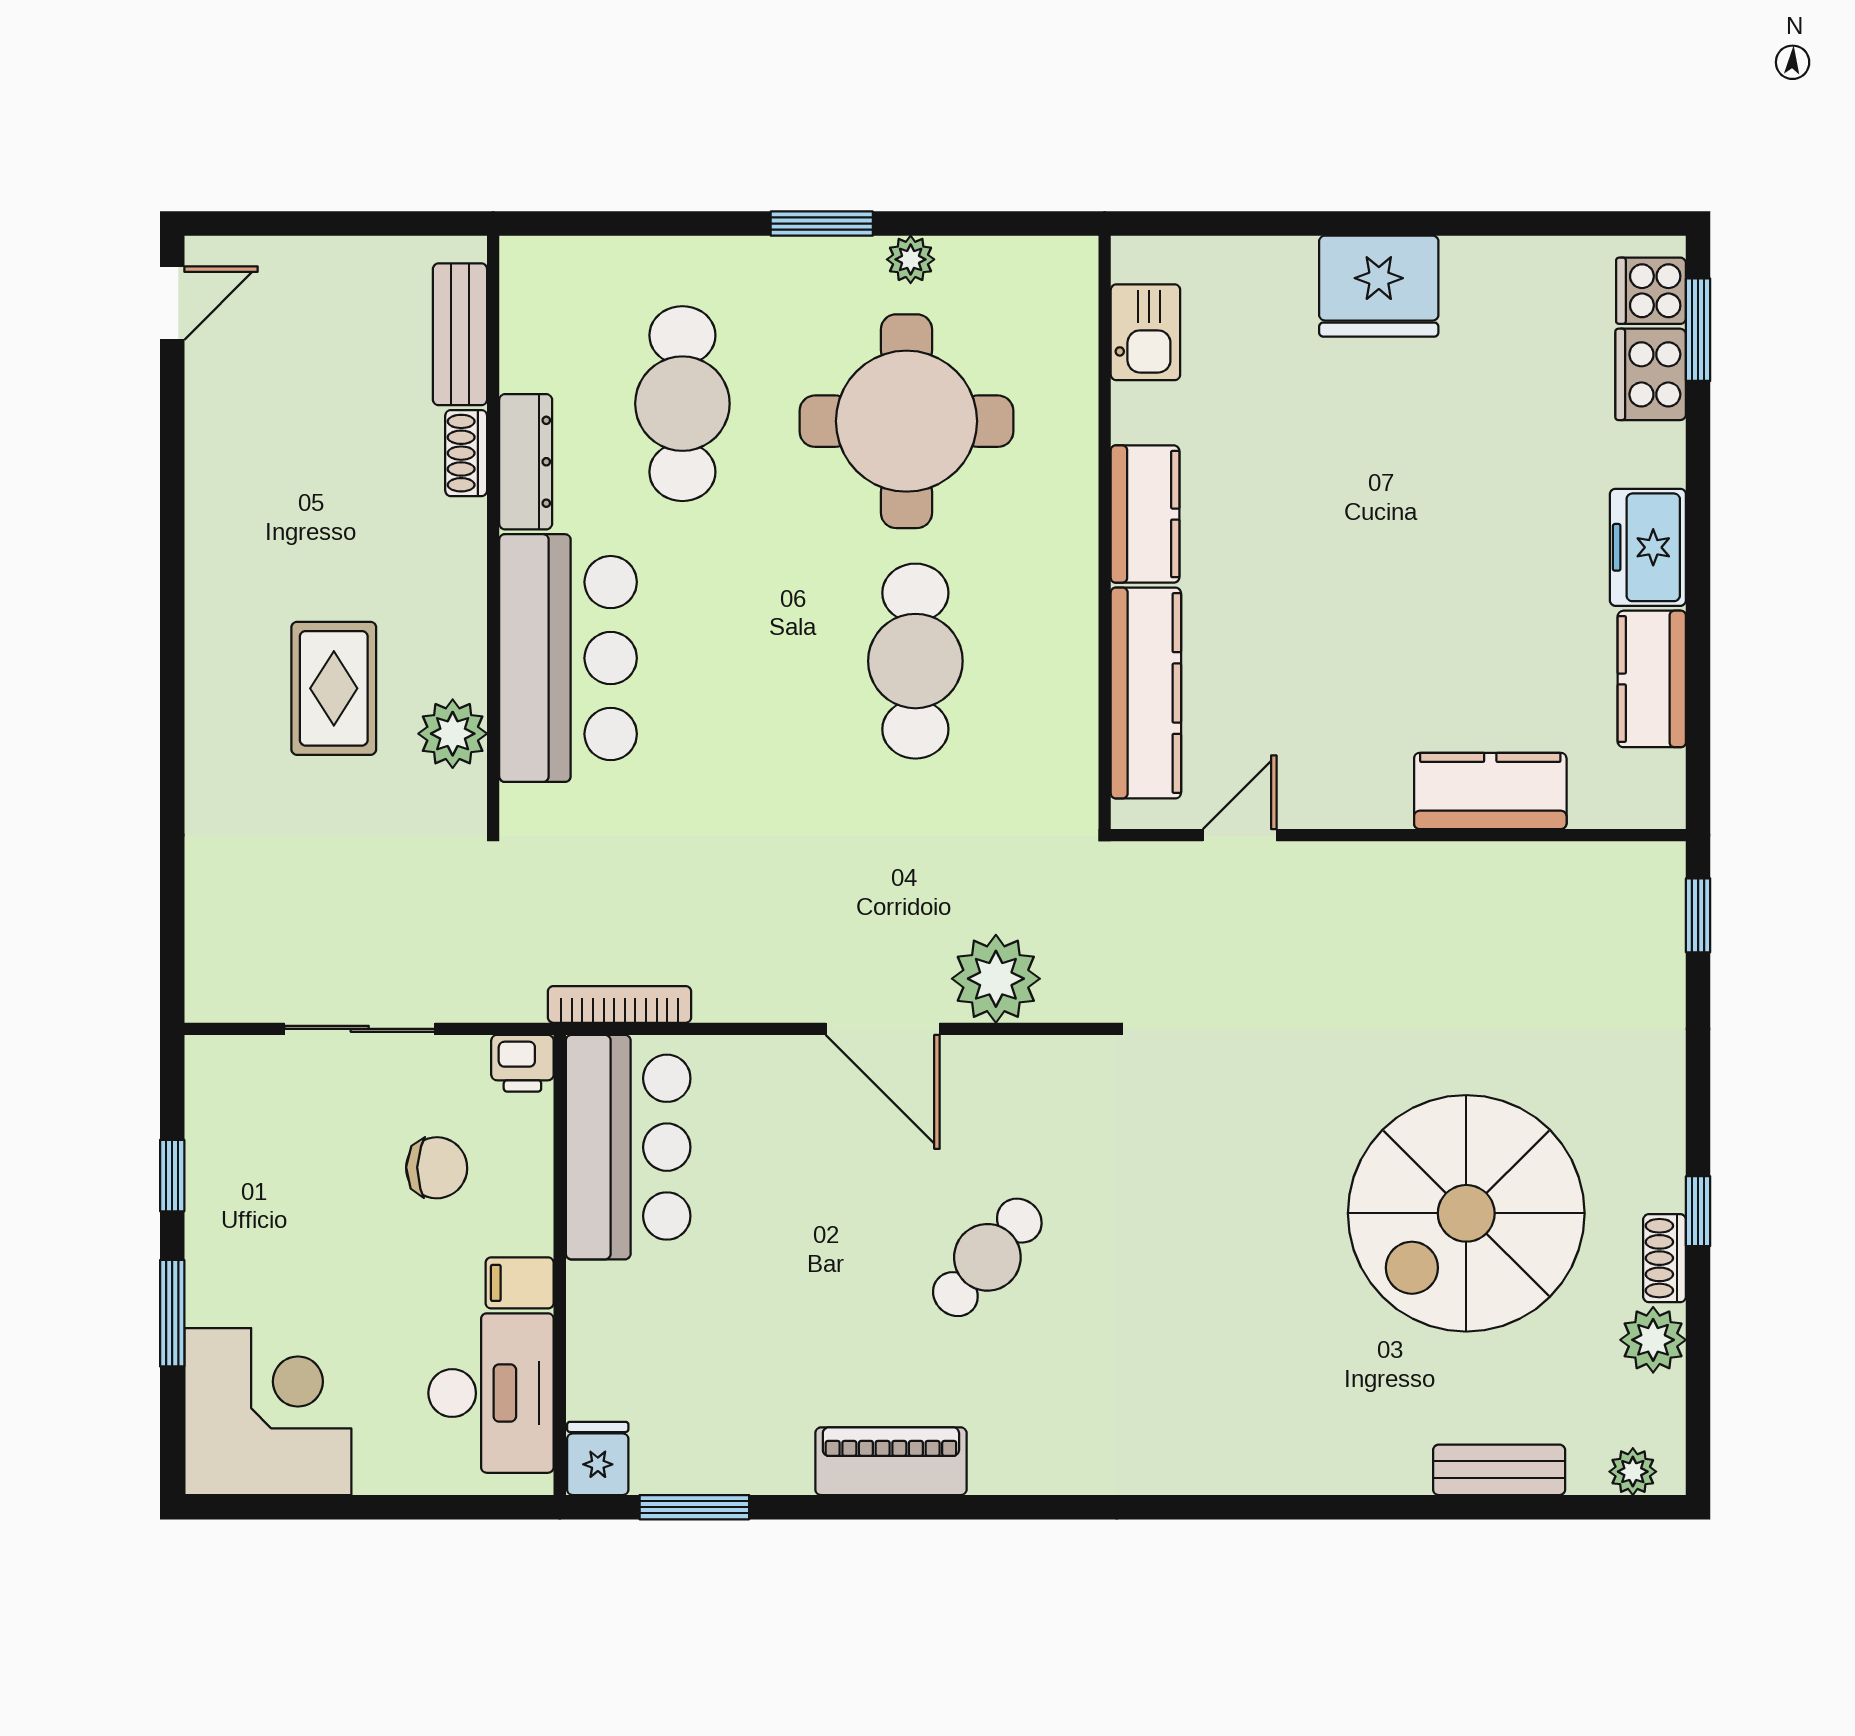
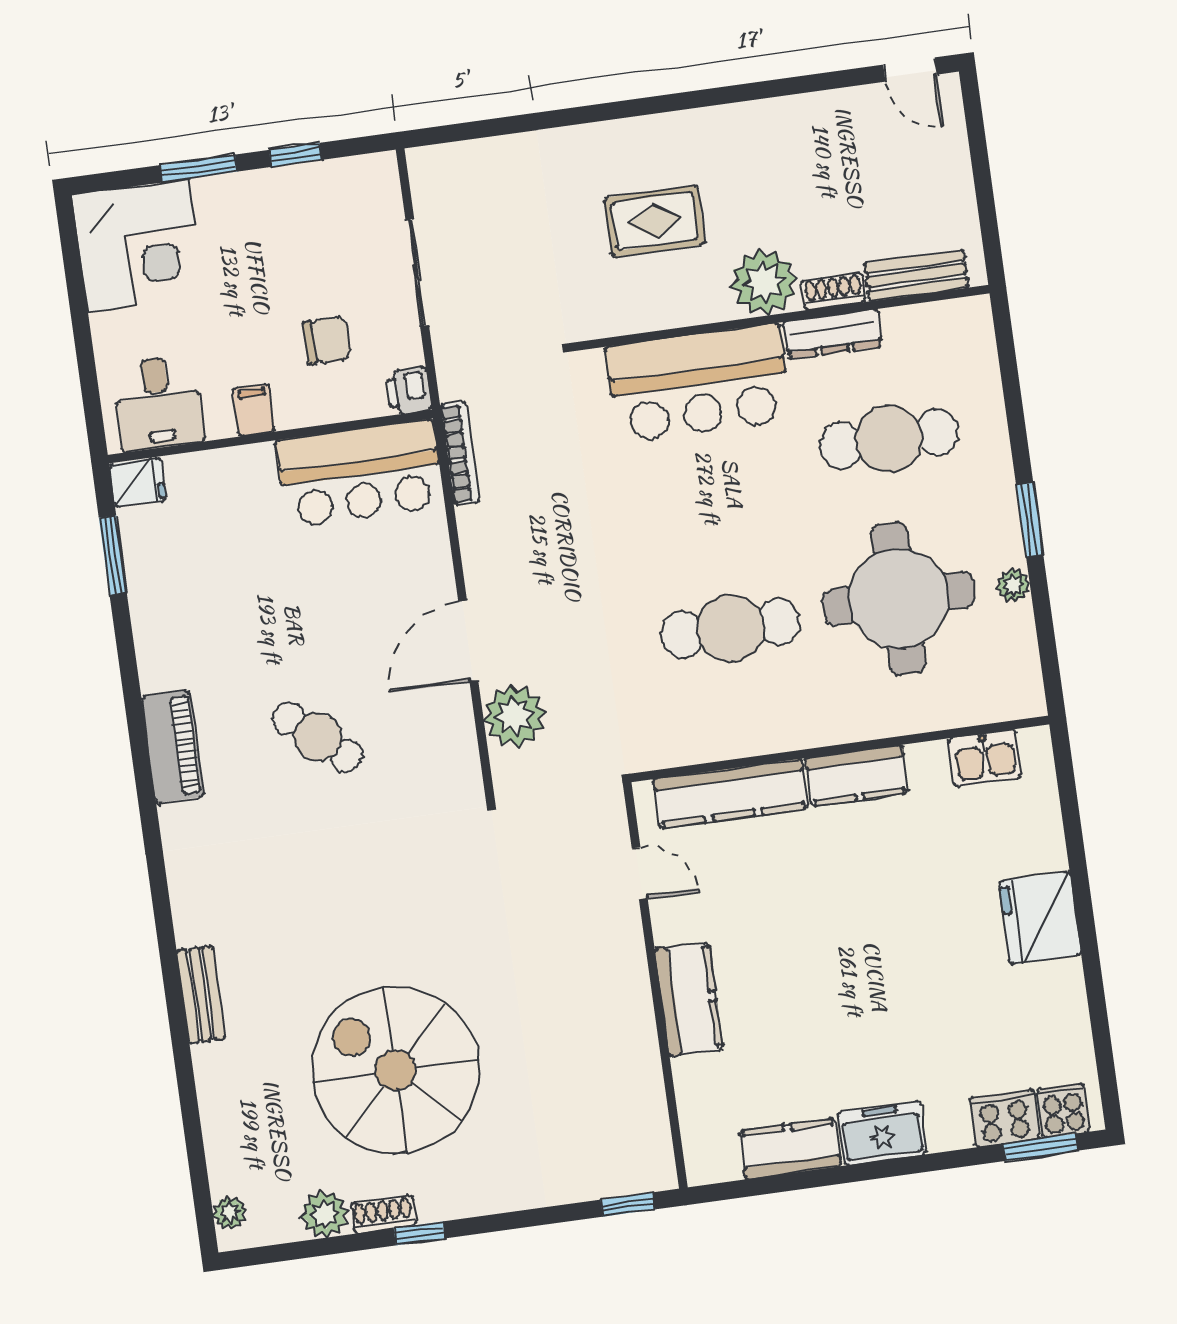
plant: (453, 734) -> (764, 282), moved, width x1.36, depth x1.36
kitchen counter: (1490, 791) -> (689, 999), moved
chair: (437, 1168) -> (327, 340), turned -91
desk: (491, 1393) -> (158, 403), width x0.73
piano: (891, 1461) -> (172, 747), moved
bench: (1499, 1470) -> (201, 995), moved

